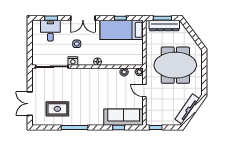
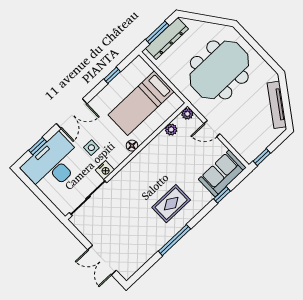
bed: (122, 30) -> (141, 103), moved
desk: (50, 31) -> (53, 164), width x1.87, depth x1.30
rug: (57, 109) -> (171, 204), moved
sofa: (124, 117) -> (222, 173), width x0.73

